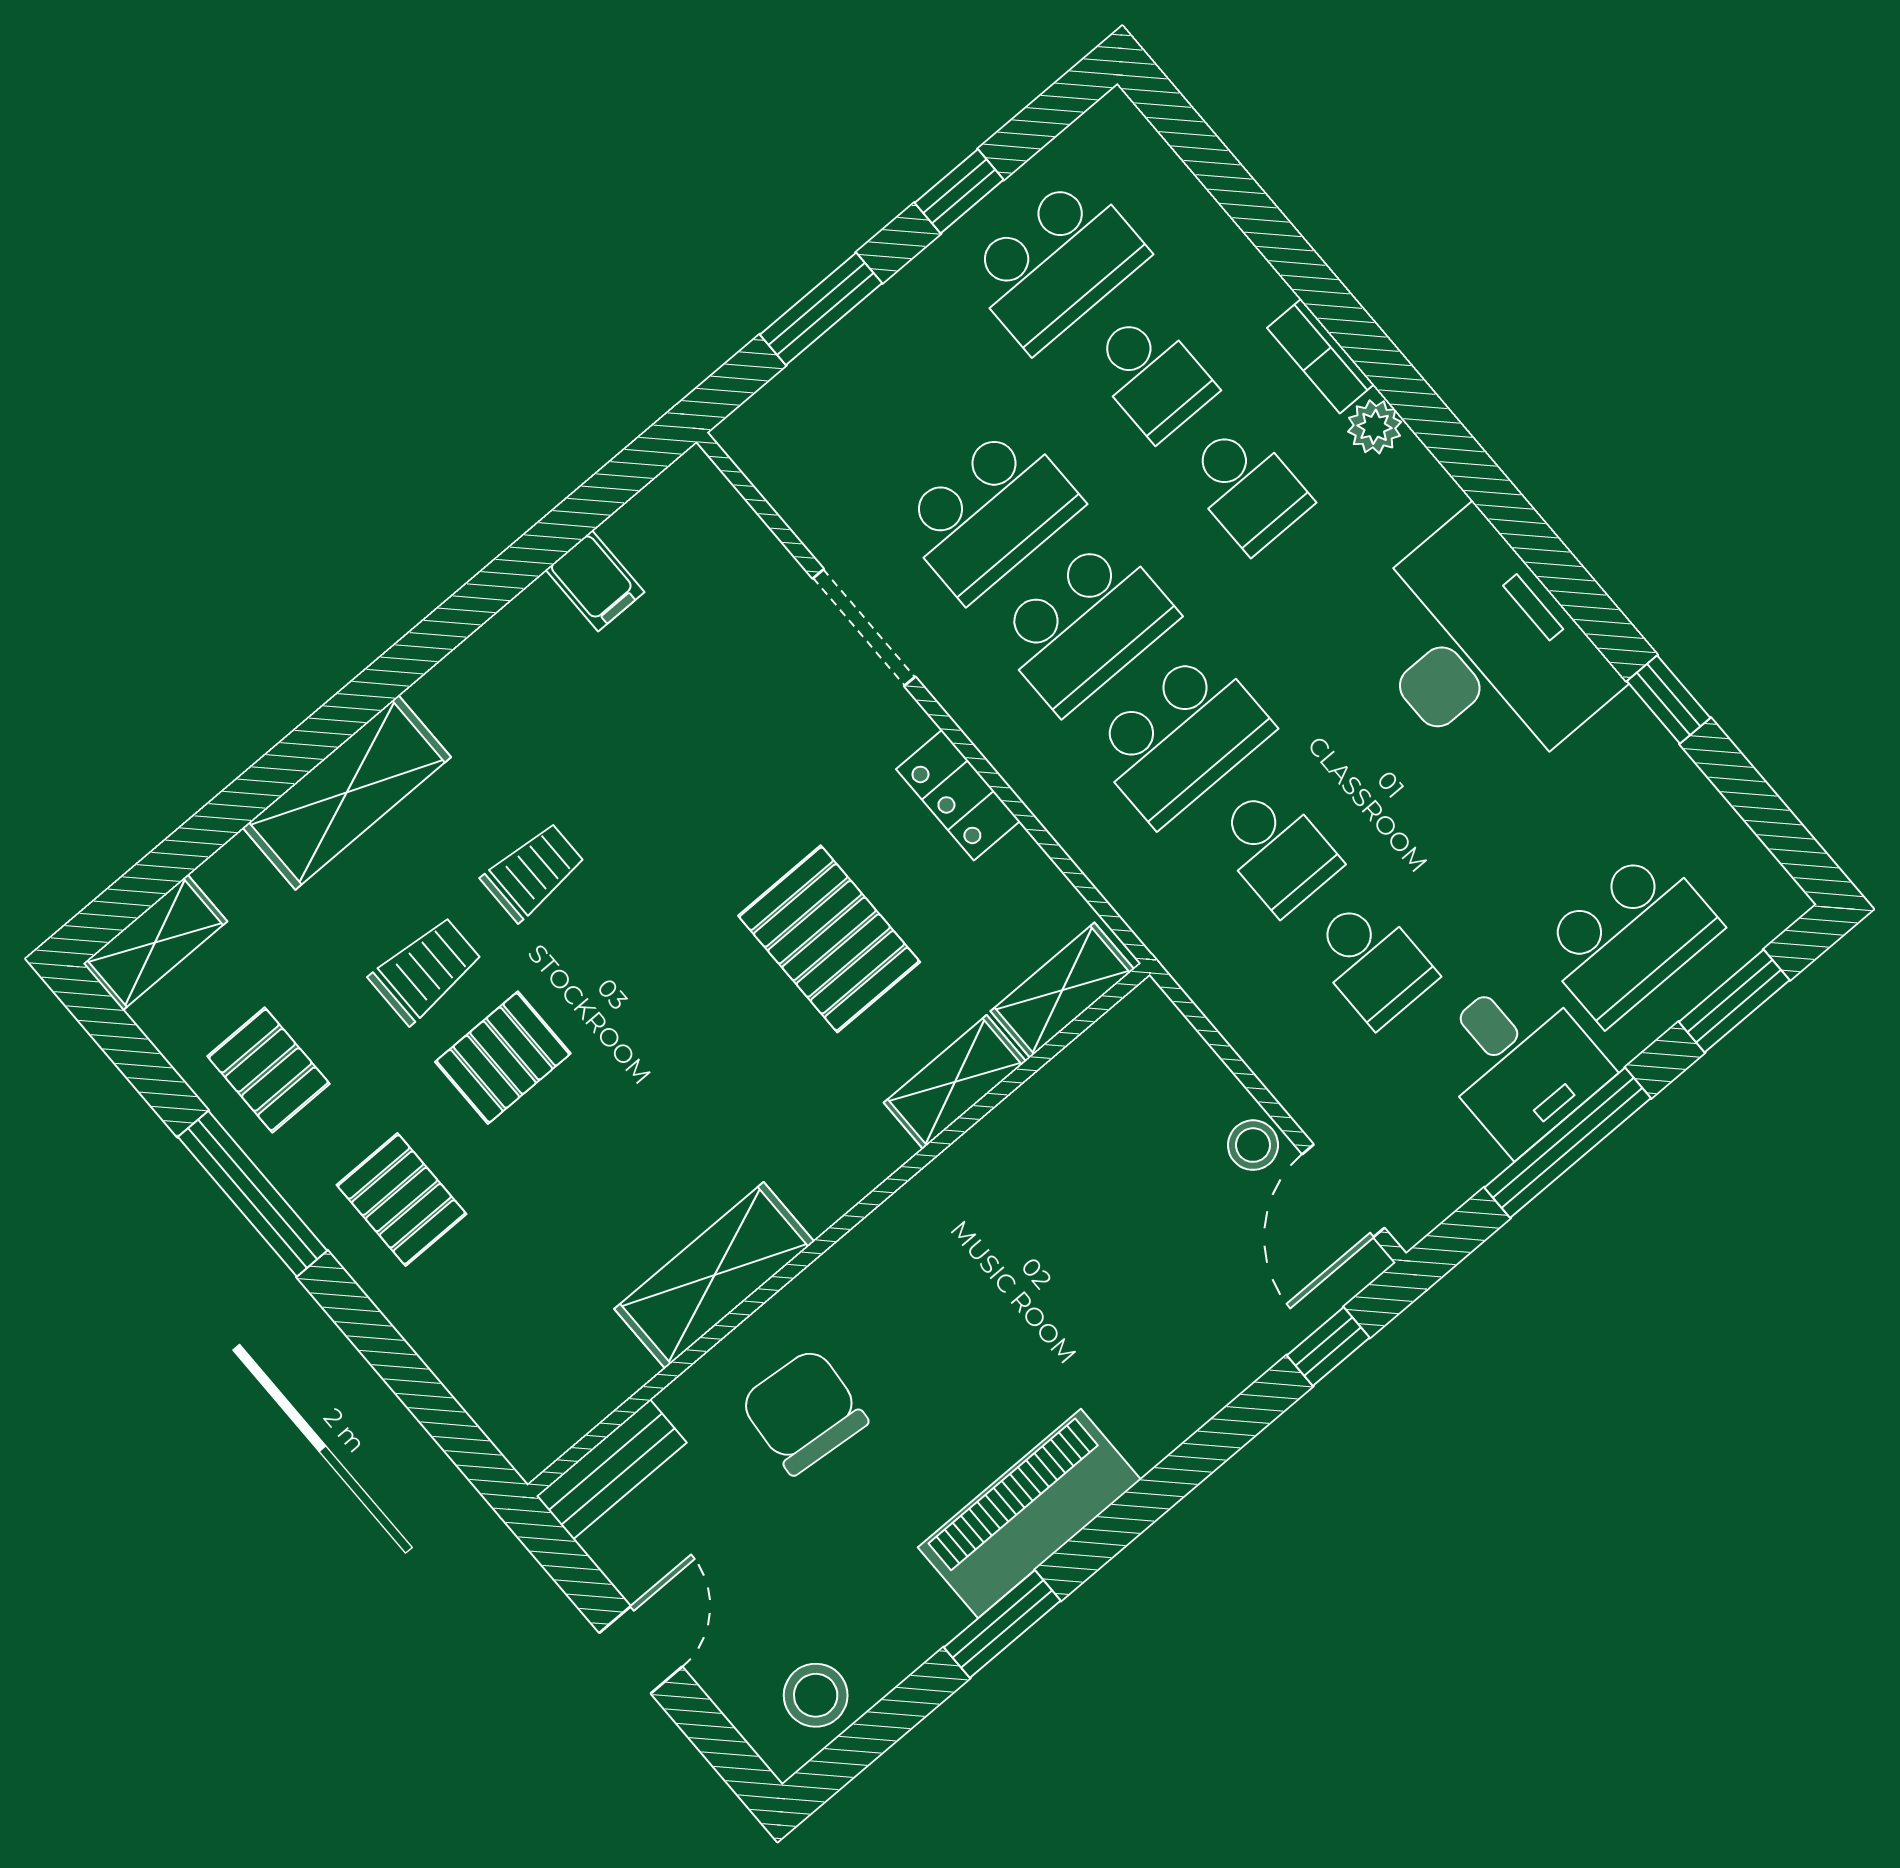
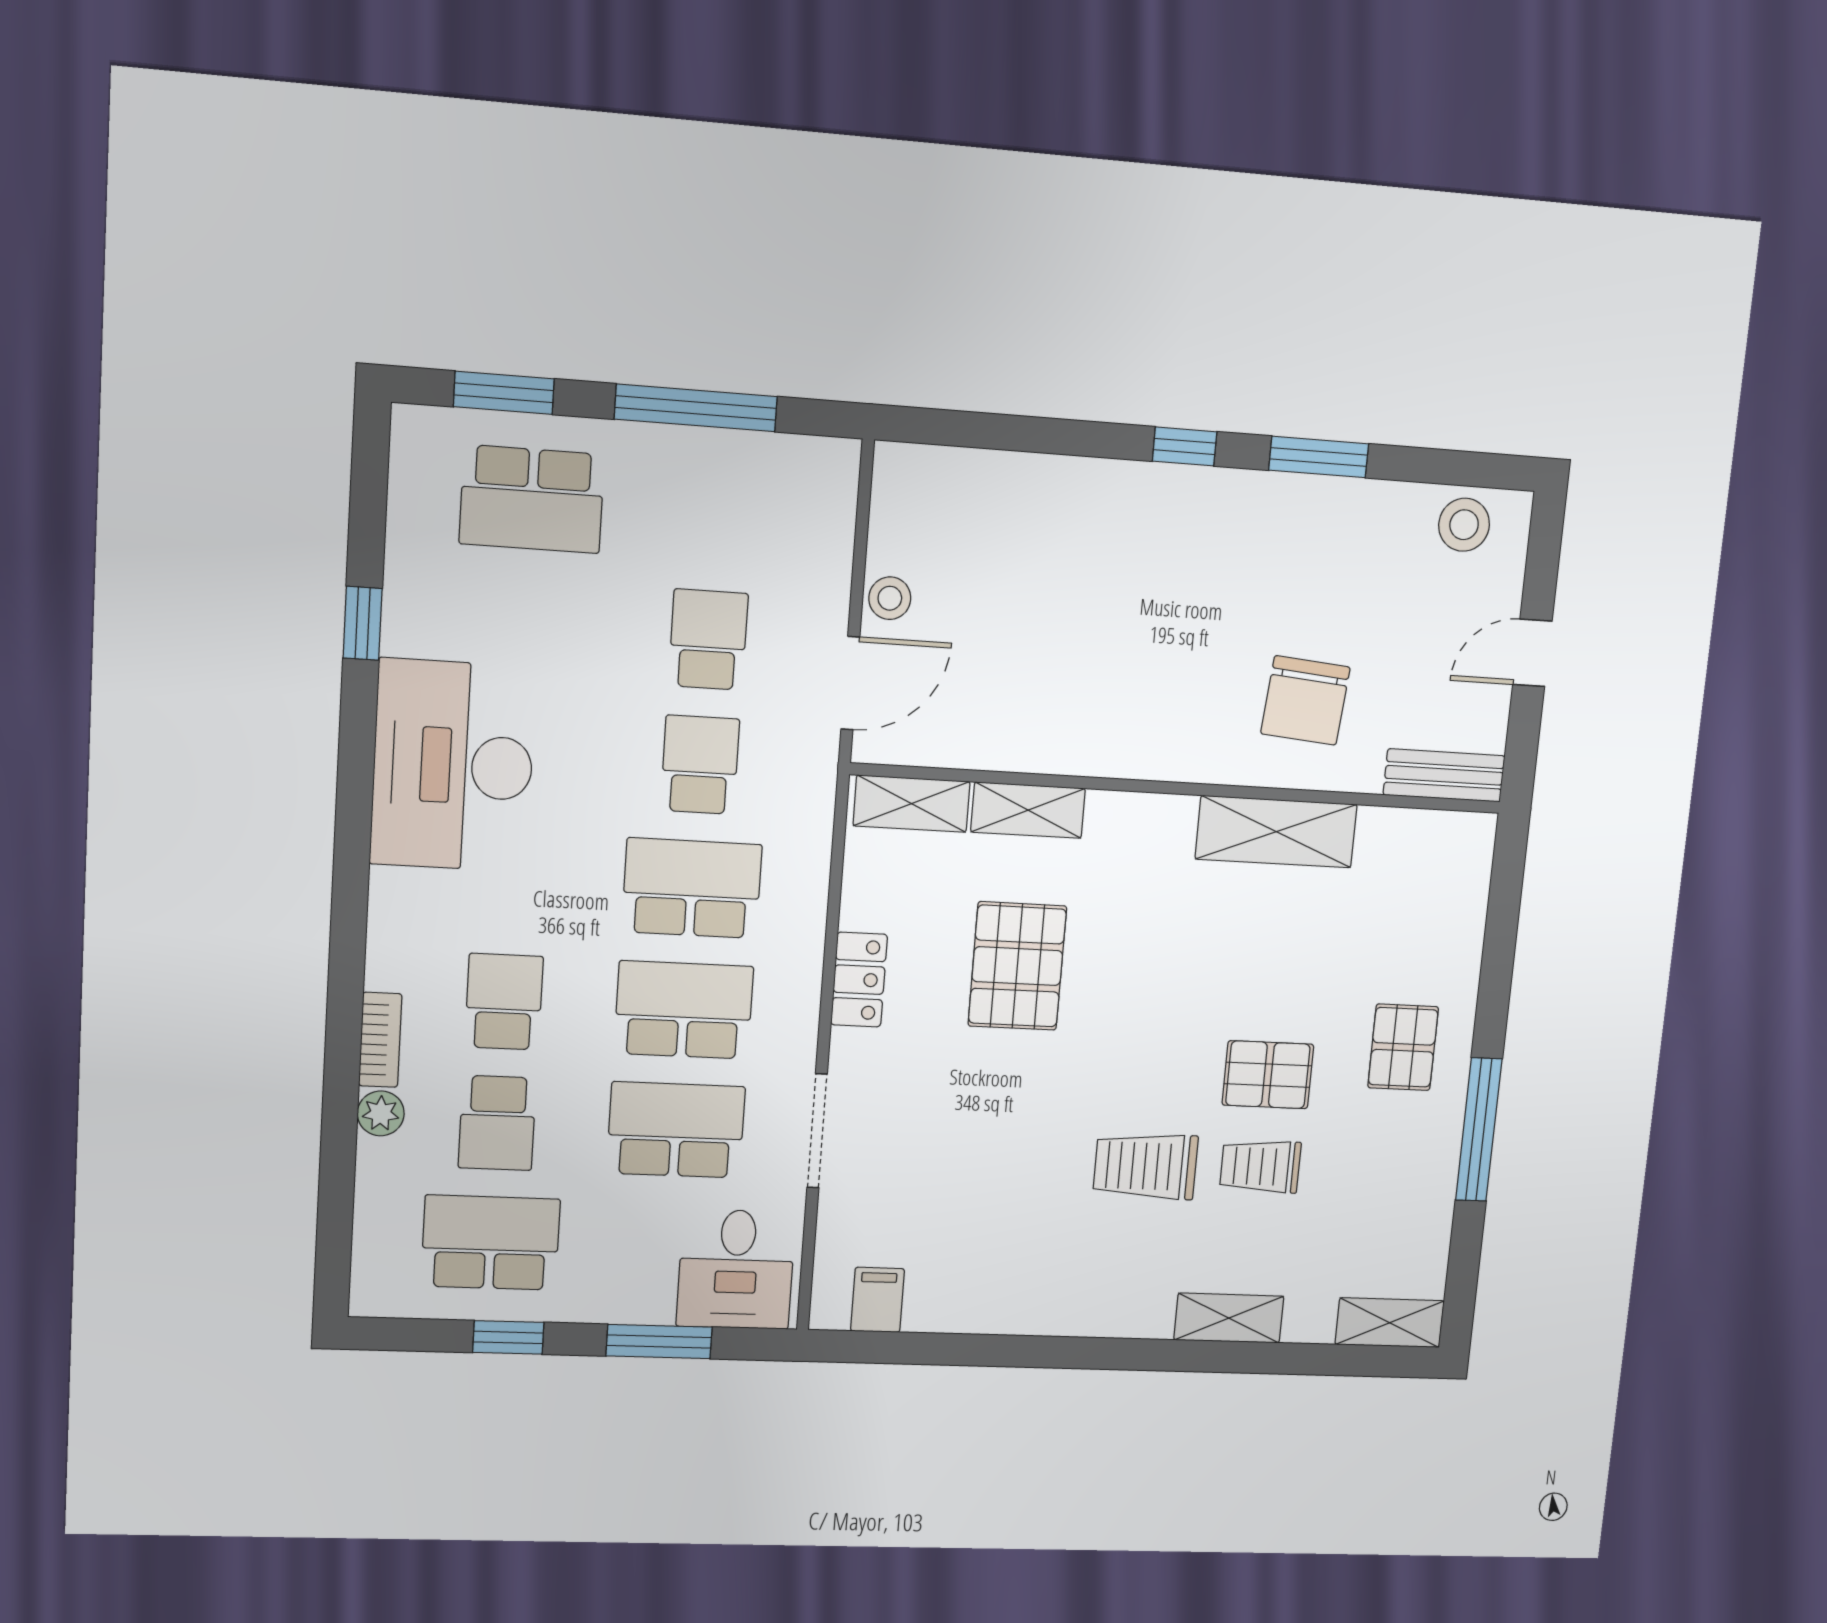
school desk: (1152, 375) -> (497, 1123), turned 180
plant: (1375, 427) -> (381, 1113), moved
filing cabinet: (595, 581) -> (877, 1300), moved
shelving: (347, 792) -> (1229, 1318), width x0.67, depth x0.75
trolley: (533, 872) -> (1146, 1166), width x1.36, depth x1.39
school desk: (1629, 936) -> (532, 499), turned 180
desk: (1519, 1061) -> (736, 1269), moved, turned 180
pallet: (268, 1070) -> (1401, 1192), removed
door: (1343, 1191) -> (850, 683), moved
window: (1328, 1347) -> (1185, 446), moved
piano: (1029, 1514) -> (1238, 508), removed

